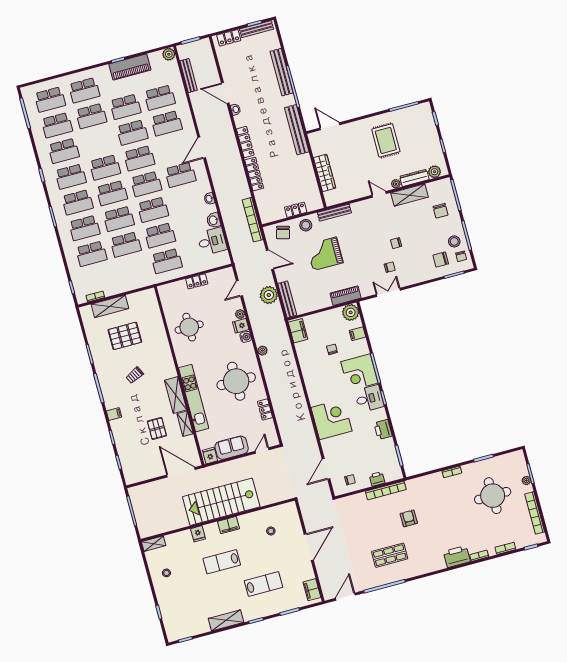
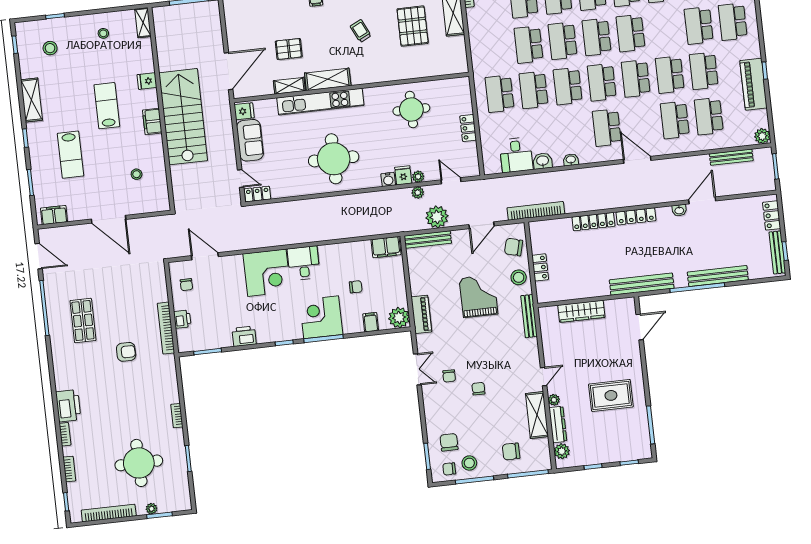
plant: (262, 351) -> (418, 193), moved
desk: (369, 399) -> (304, 263), moved, turned 180
locker: (265, 409) -> (257, 194), moved
stool: (184, 612) -> (50, 48), added

